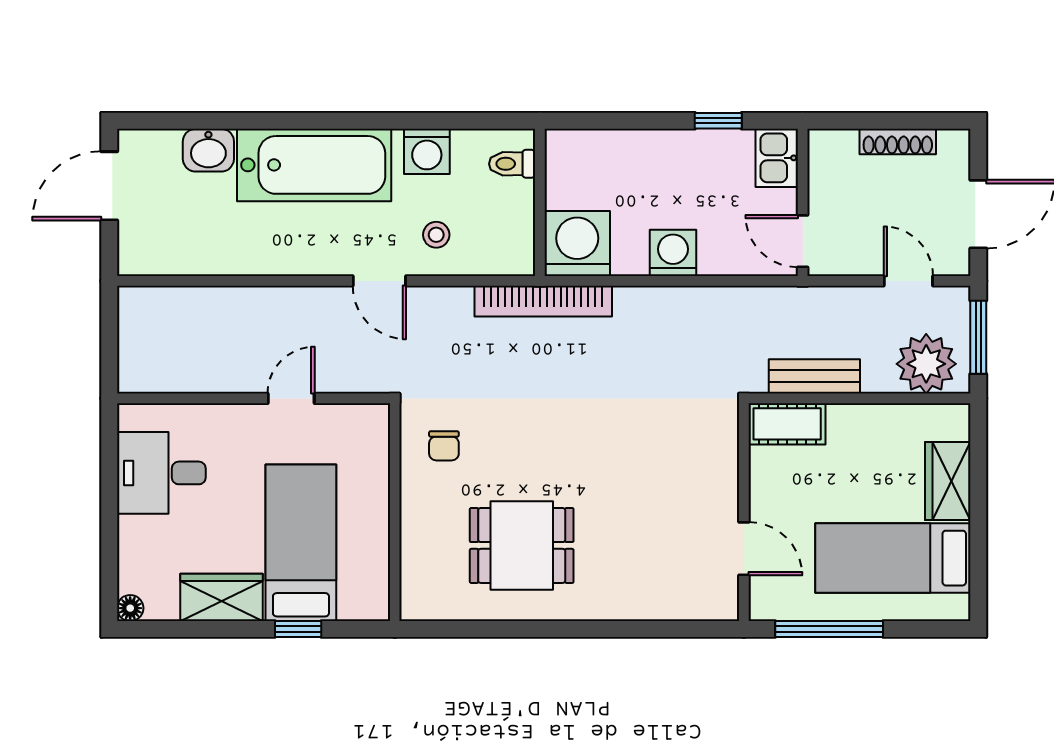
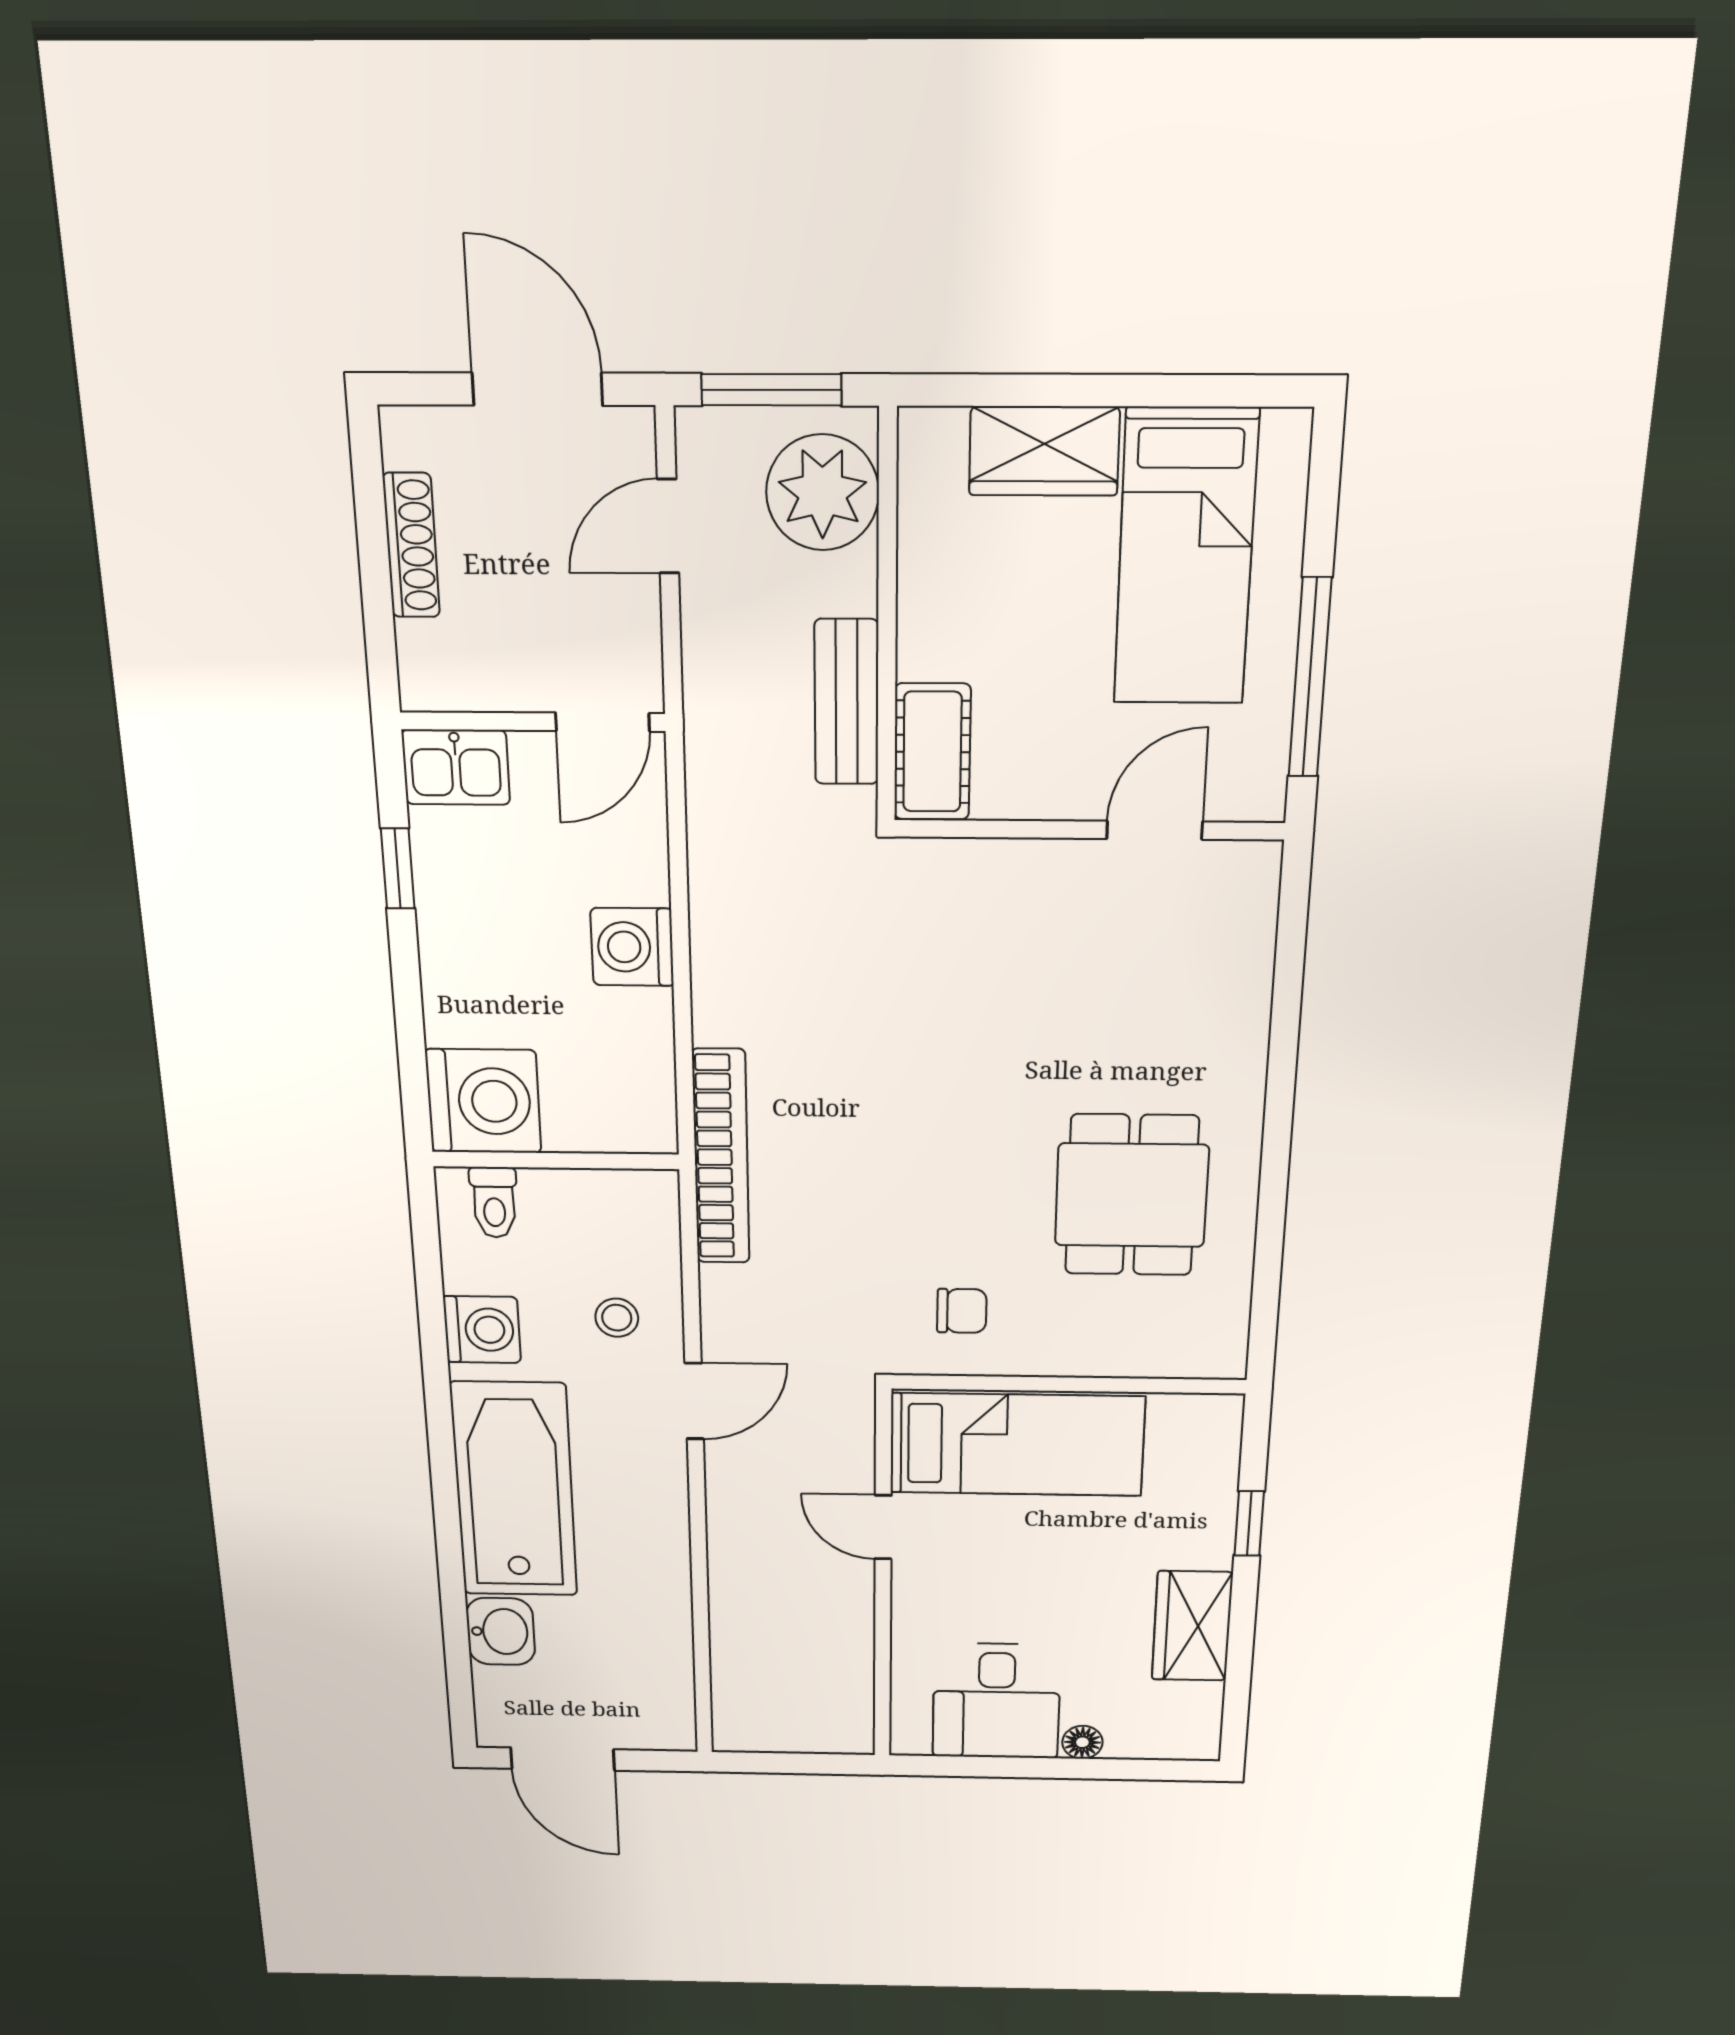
washing machine: (577, 243) -> (483, 1101), moved, turned 180
bed: (301, 543) -> (1017, 1445), moved, turned 180
floor lamp: (130, 608) -> (1082, 1742), moved

